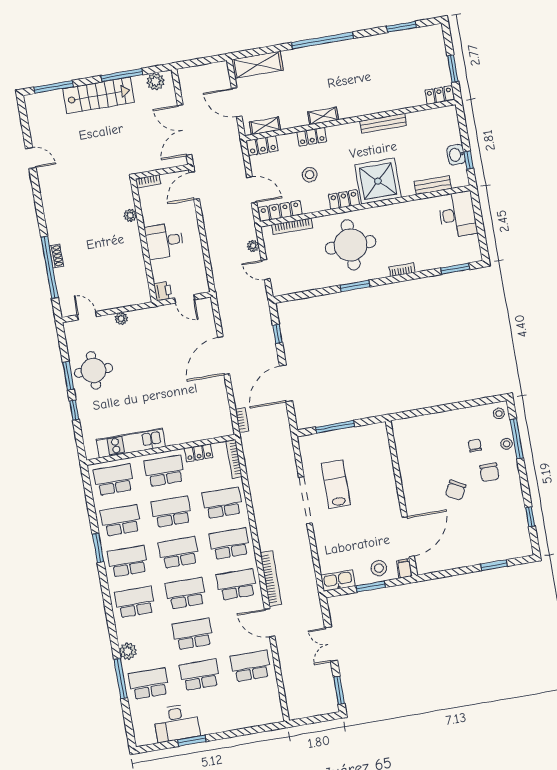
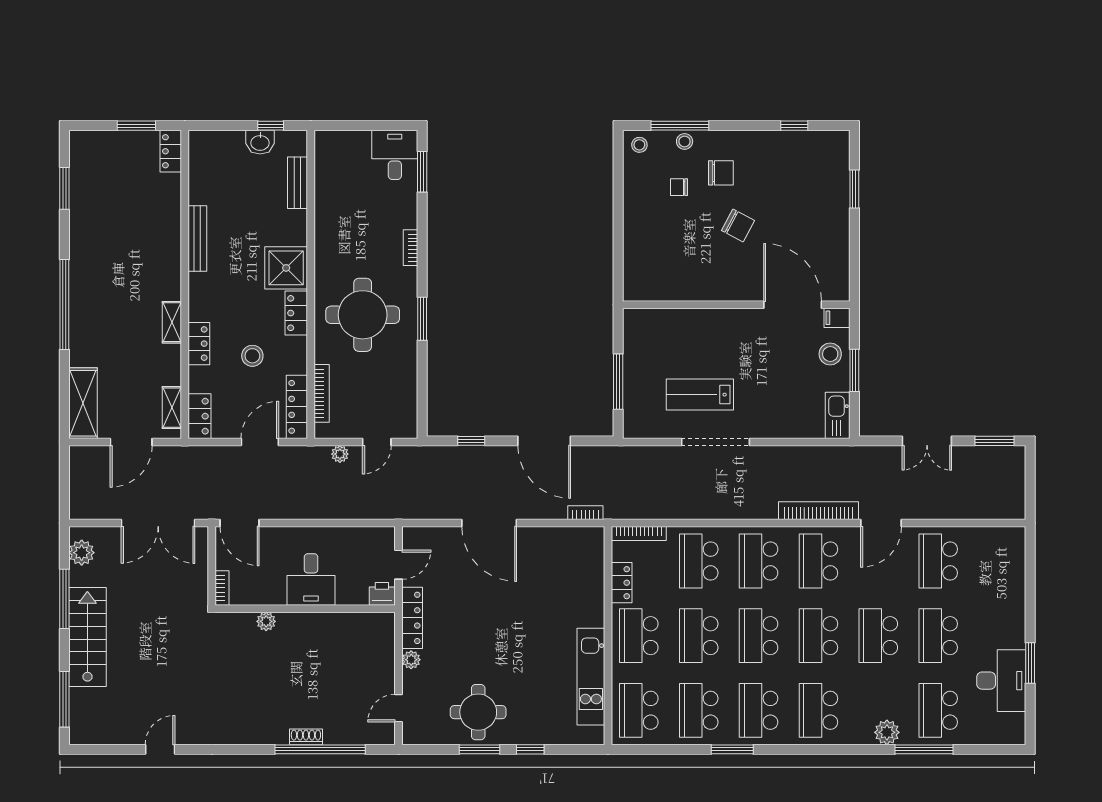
shower: (378, 181) -> (286, 268), width x0.73, depth x0.73
desk: (457, 214) -> (395, 155), moved, width x0.73
locker: (150, 314) -> (412, 618), added

